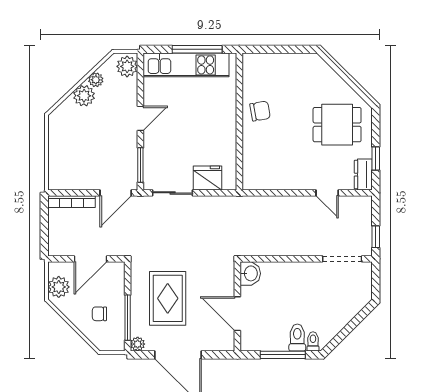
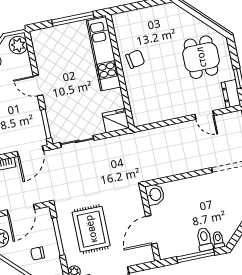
kitchen unit: (186, 65) -> (104, 54), moved, turned 90
door: (140, 118) -> (38, 85), swing flipped
dining table: (337, 125) -> (201, 57), turned 90
fridge: (207, 178) -> (116, 121), moved
door: (237, 314) -> (151, 230), hinge flipped
window: (128, 318) -> (58, 237), moved

